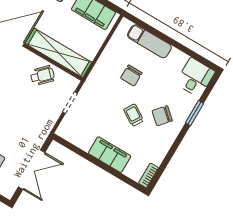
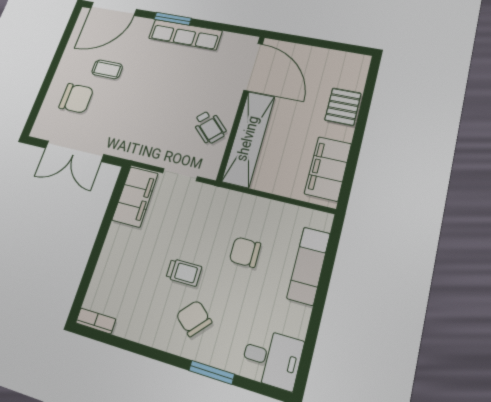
trolley: (134, 115) -> (184, 272), turned 58
filing cabinet: (110, 155) -> (135, 197), moved

